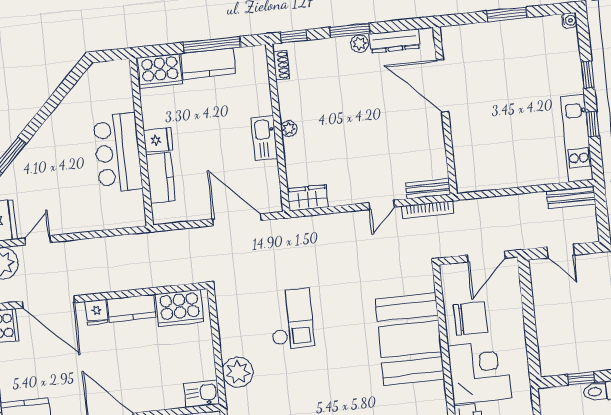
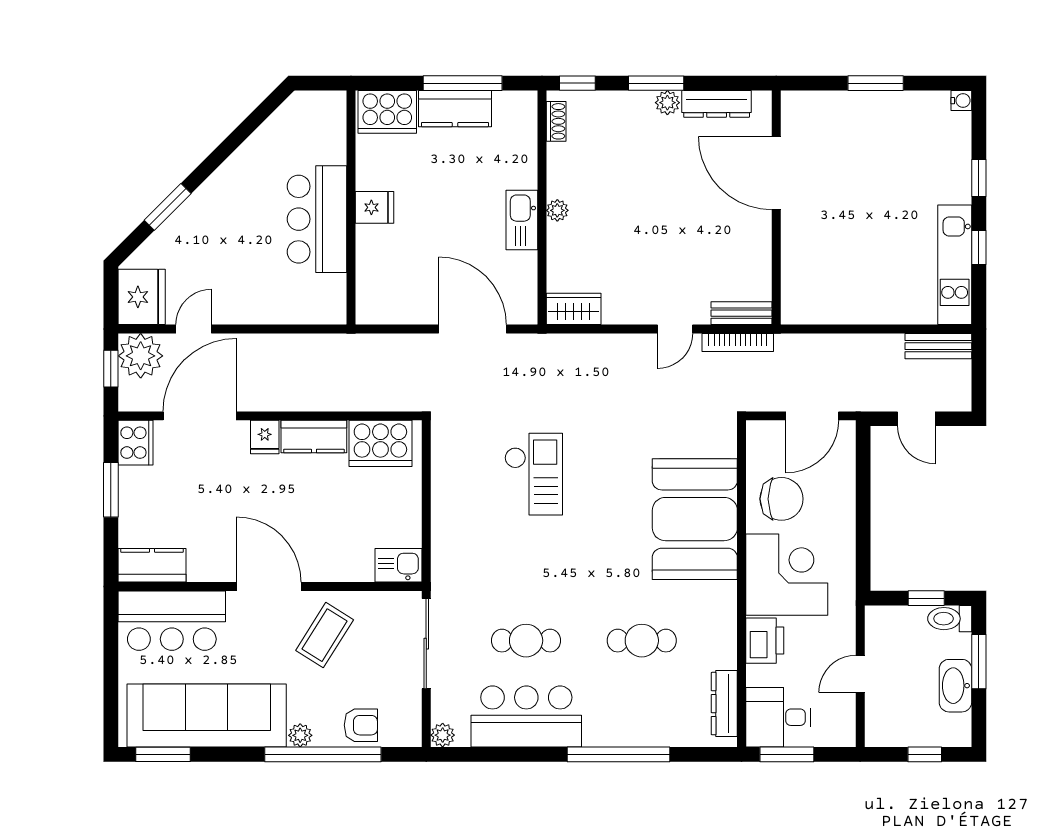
kitchen counter: (160, 178) -> (373, 260), removed
door: (48, 302) -> (200, 416), swing flipped
plant: (238, 372) -> (452, 540), removed

